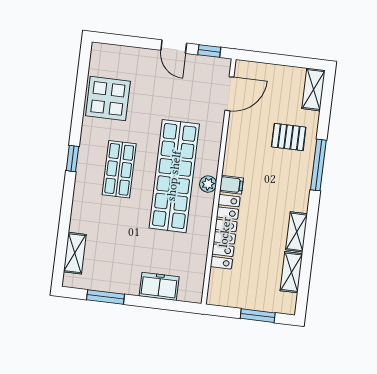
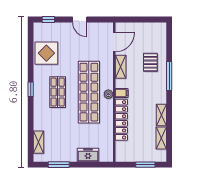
window: (209, 51) -> (48, 20), moved
shelving: (313, 89) -> (121, 67), moved
pallet: (289, 137) -> (150, 62), turned 90

